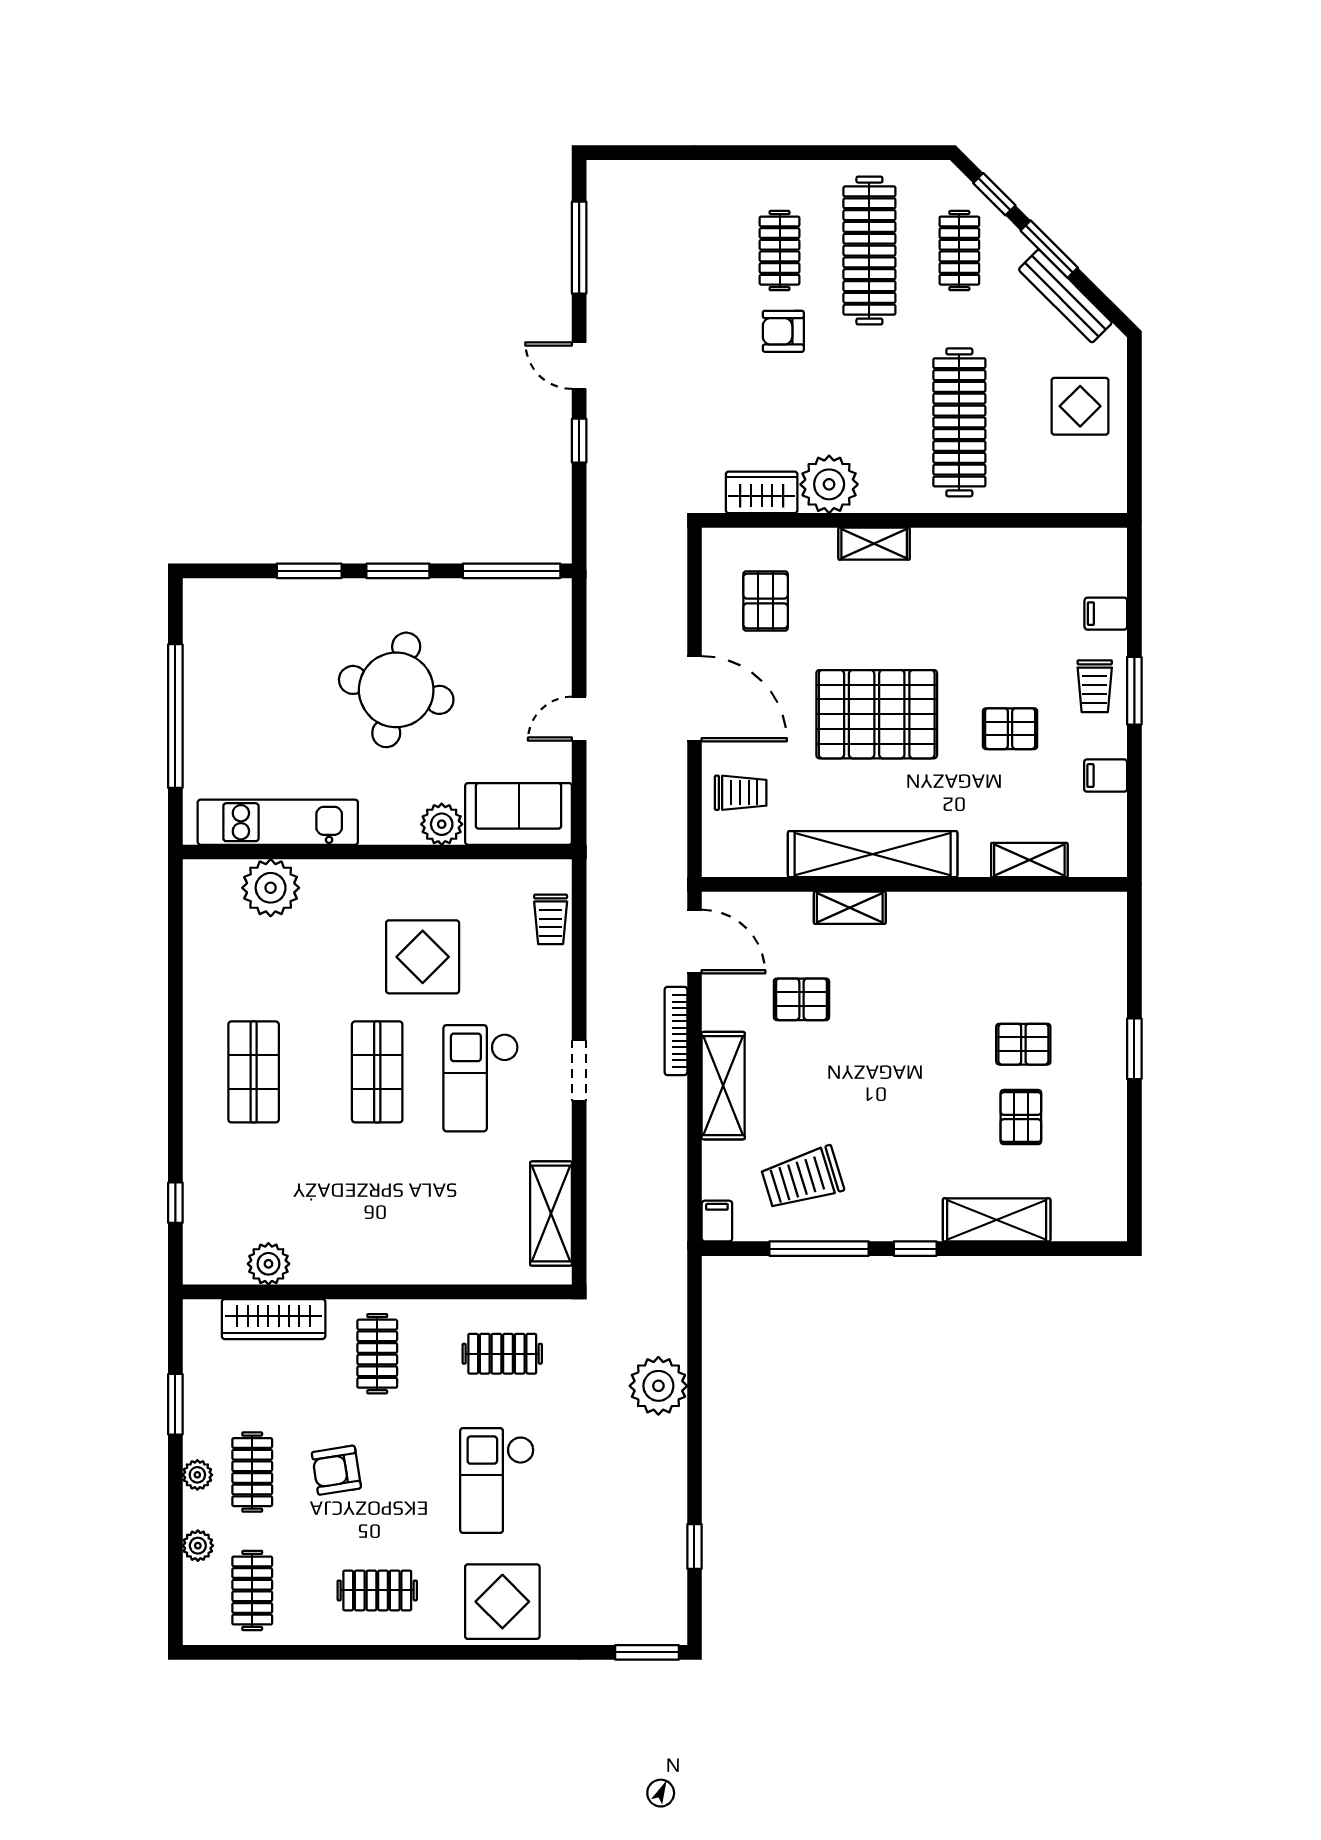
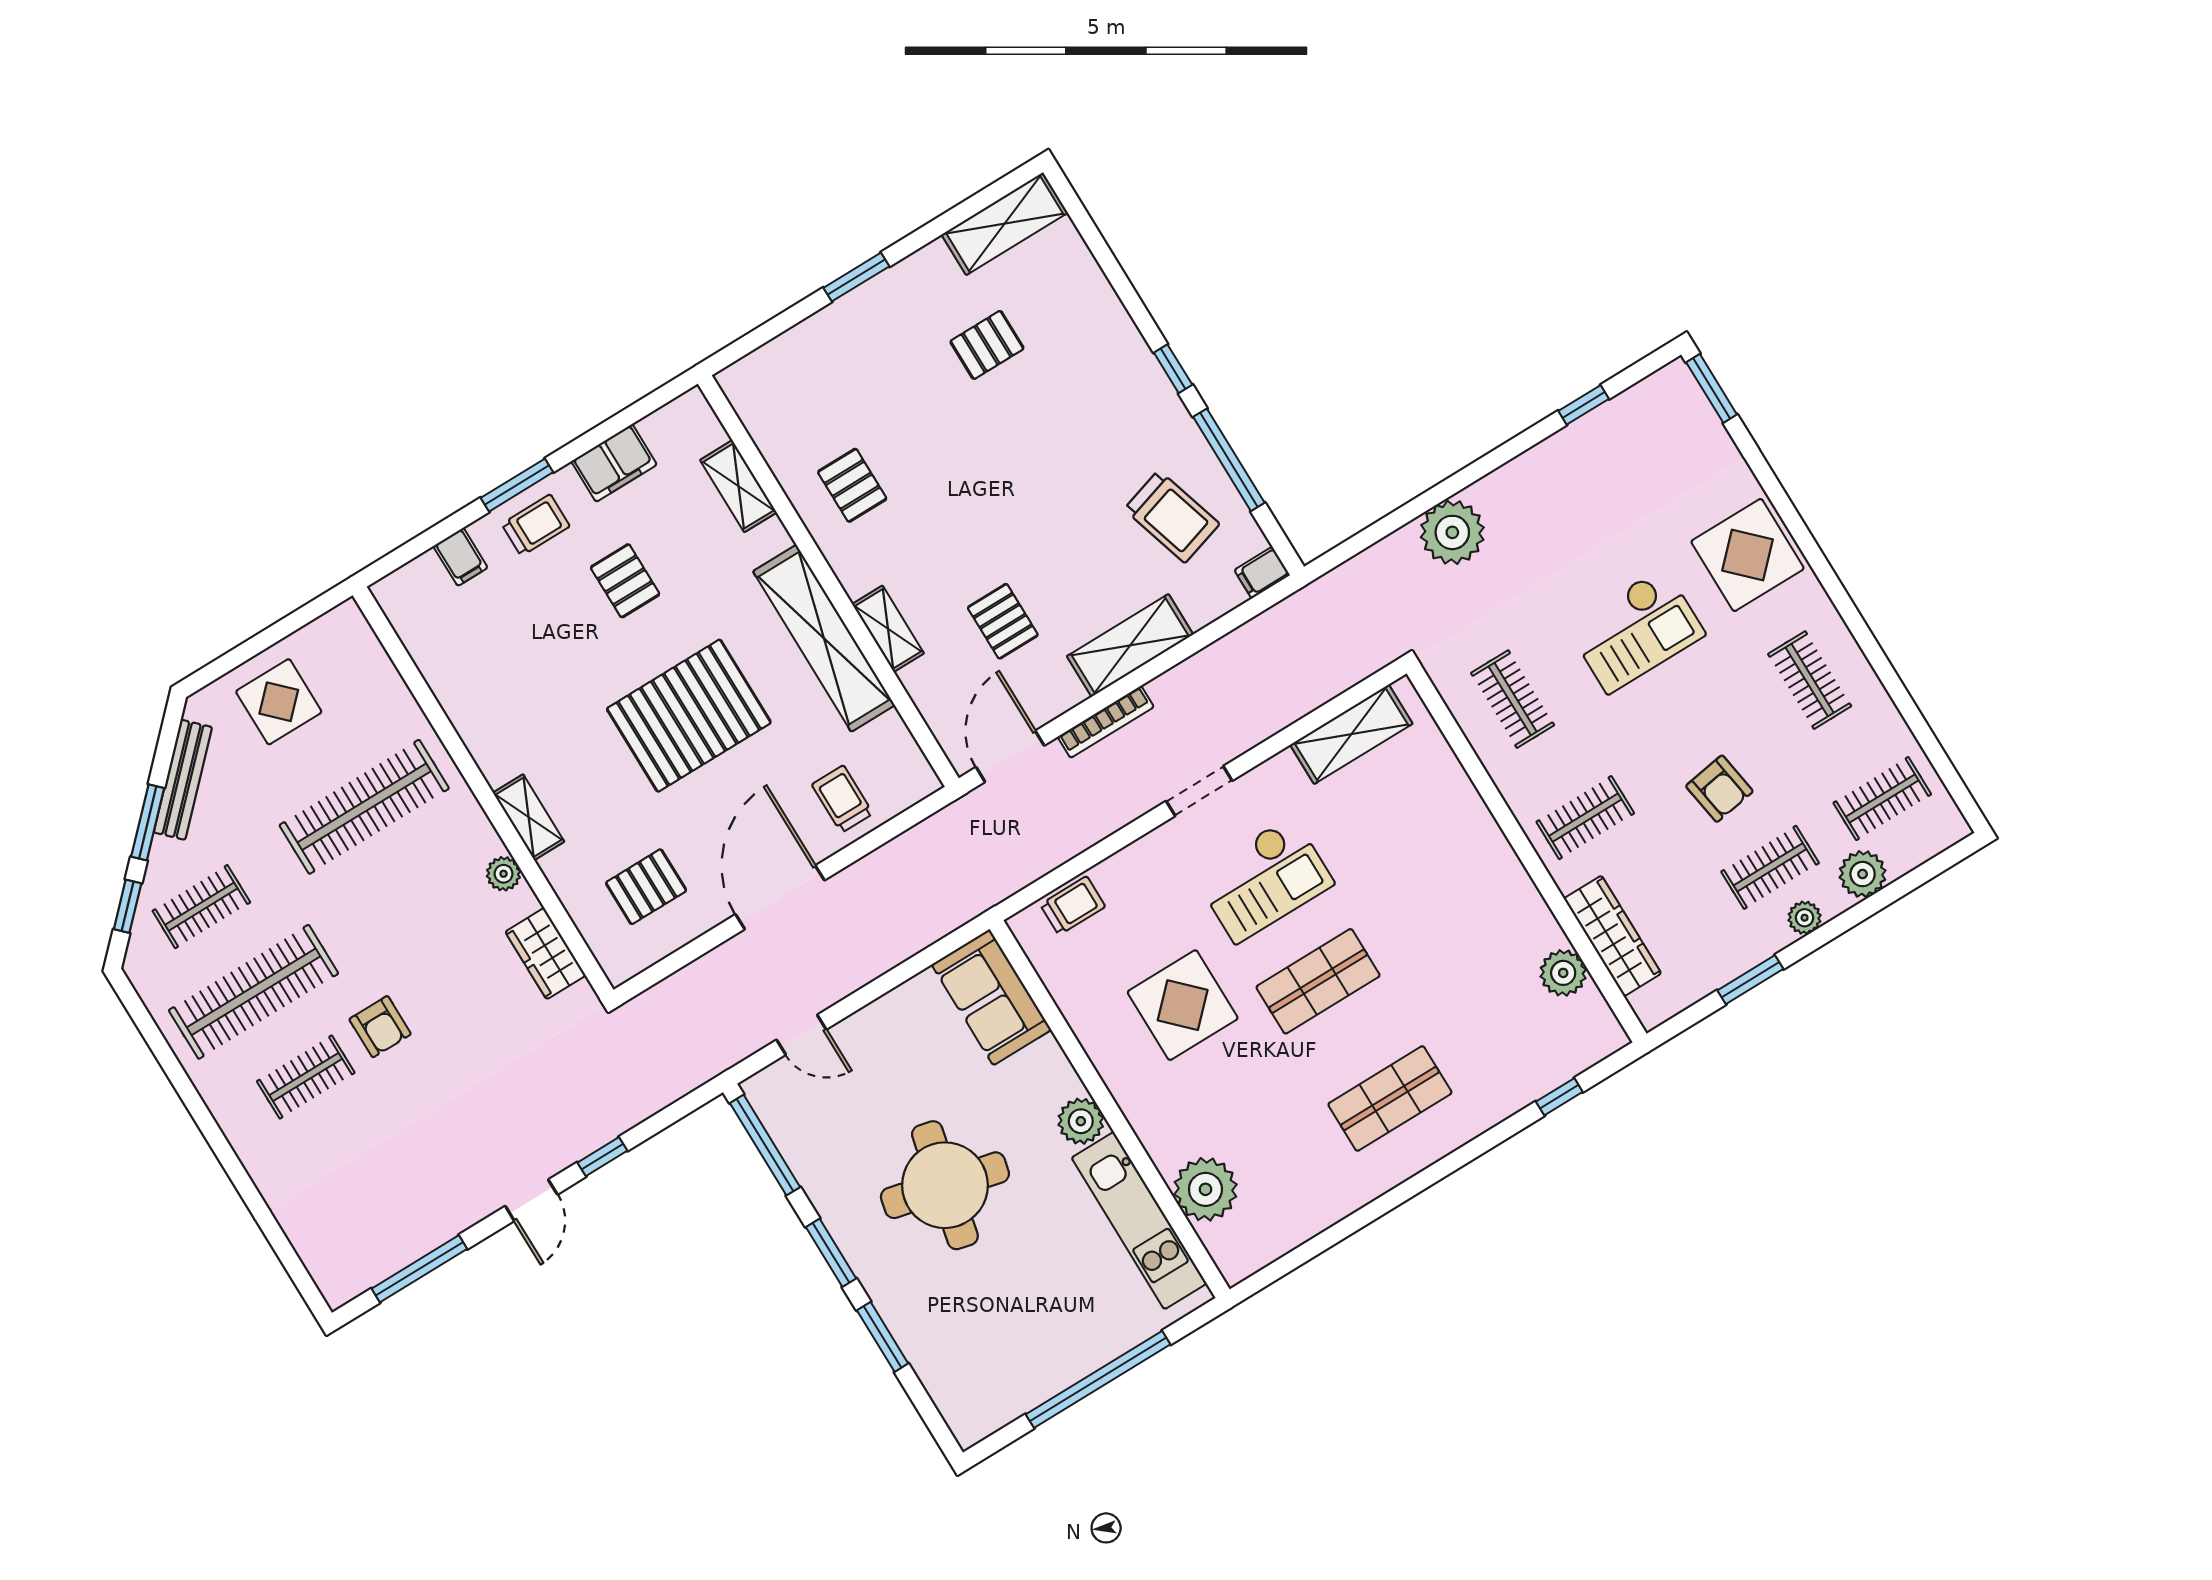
plant: (829, 484) -> (504, 874), width x0.53, depth x0.53
pallet: (877, 714) -> (689, 716), turned 90
door: (579, 719) -> (801, 1035), moved
filing cabinet: (1106, 776) -> (614, 463), width x2.00
plant: (442, 824) -> (1081, 1121), moved
pallet: (1023, 1044) -> (852, 485), moved
shelving: (997, 1220) -> (1005, 224), moved, turned 90
plant: (198, 1546) -> (1863, 874), width x1.38, depth x1.38

